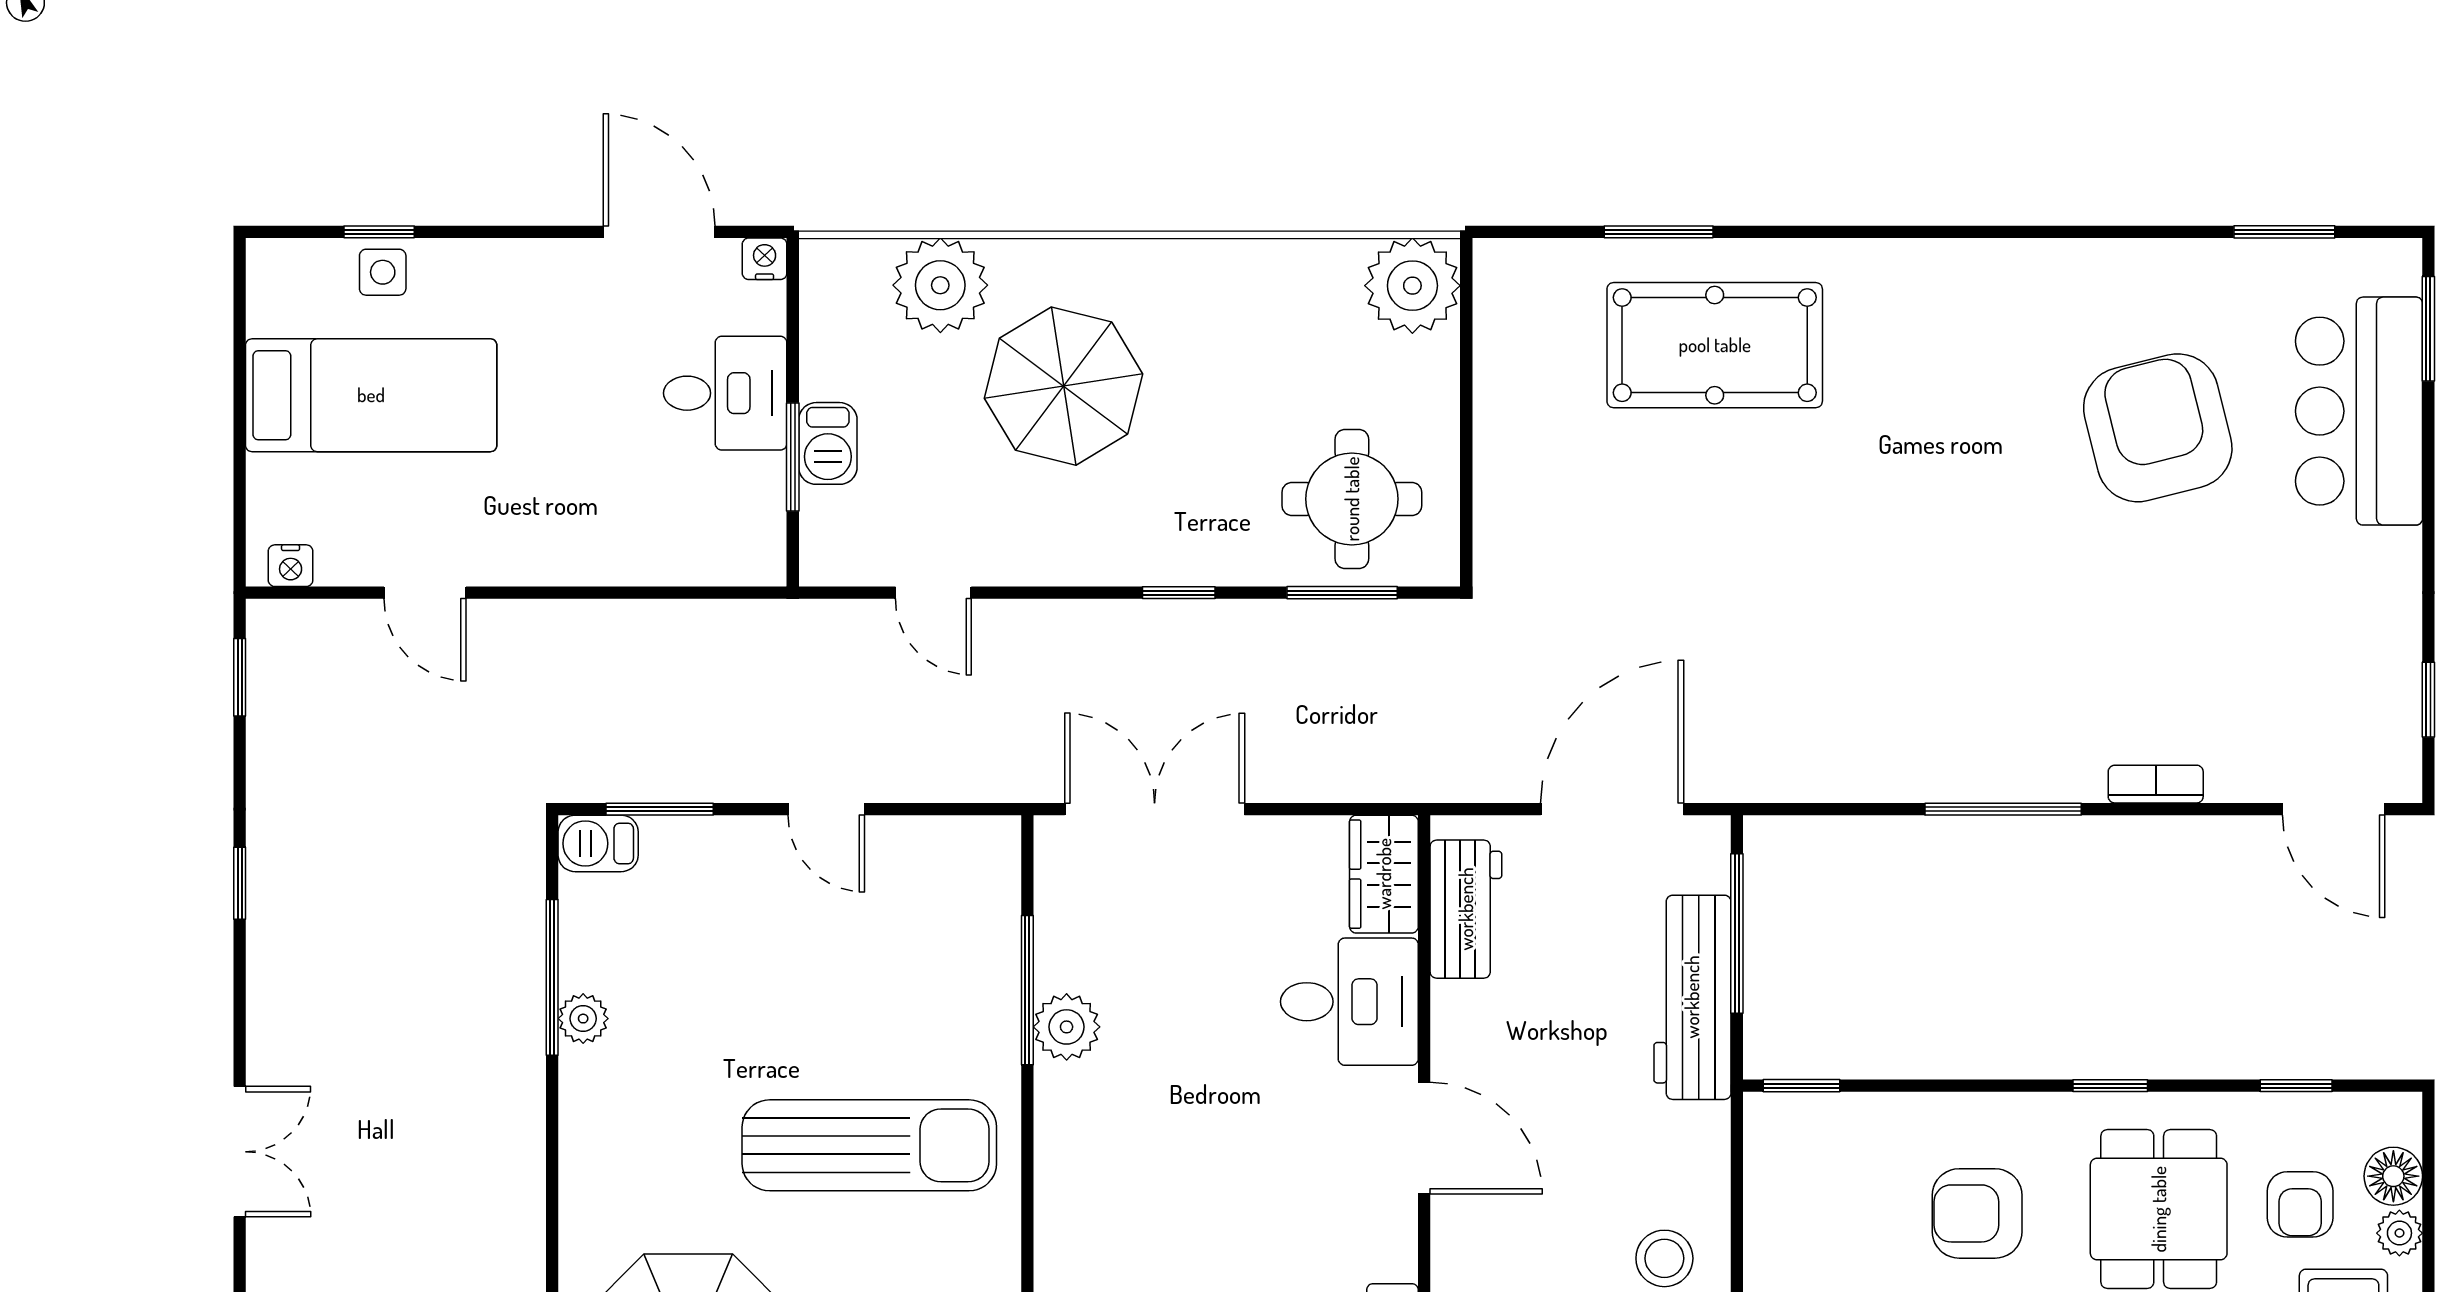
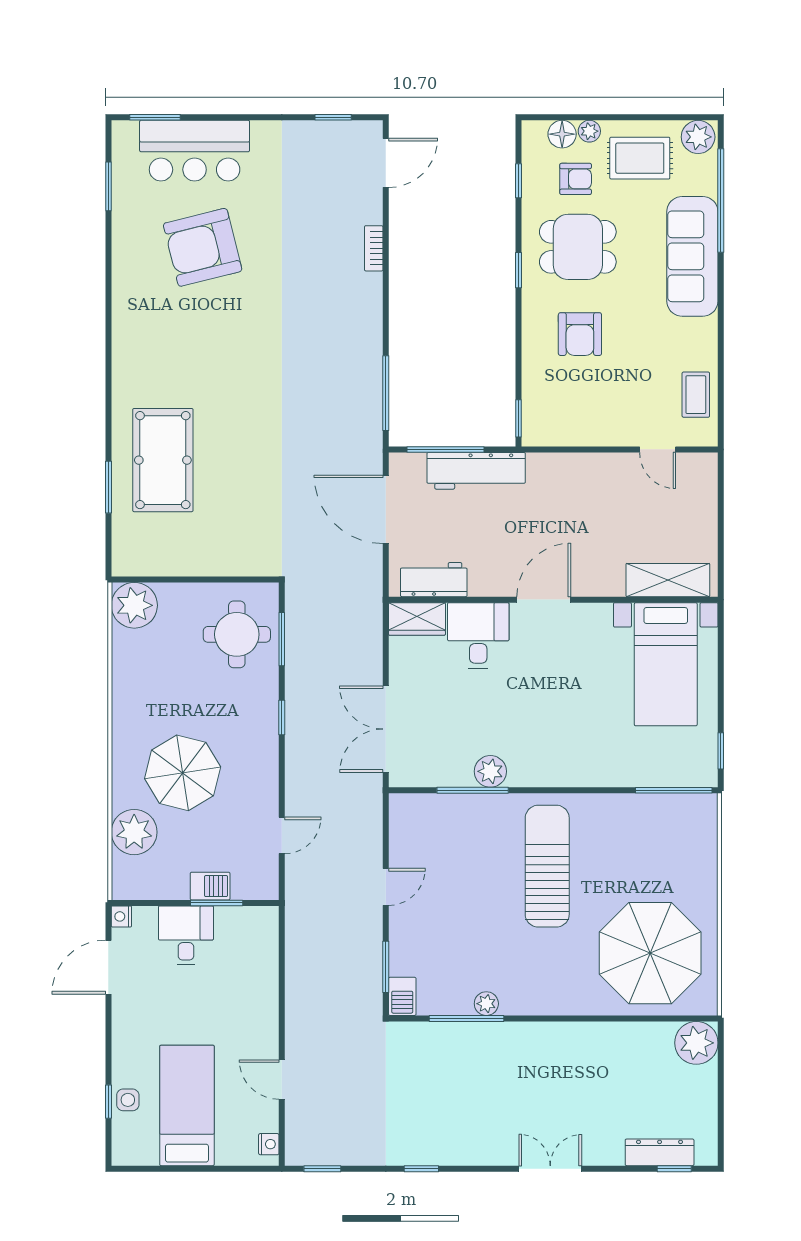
door: (425, 593) -> (282, 1080), swing flipped
window: (2003, 809) -> (386, 393), moved
stool: (1664, 1258) -> (602, 484), removed

